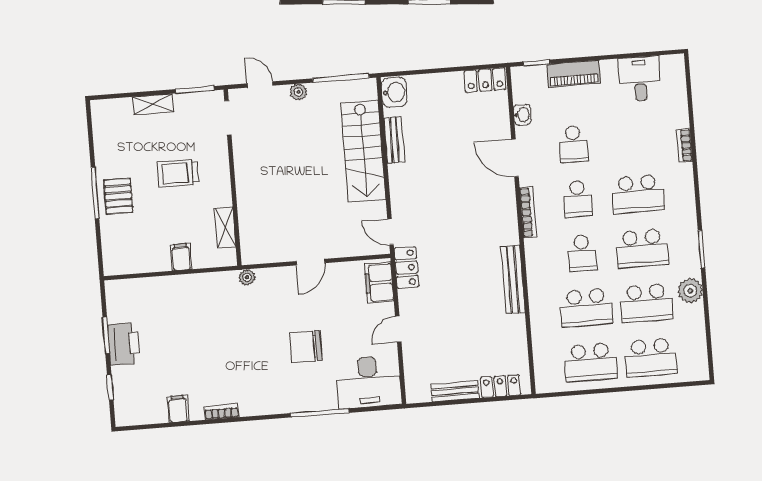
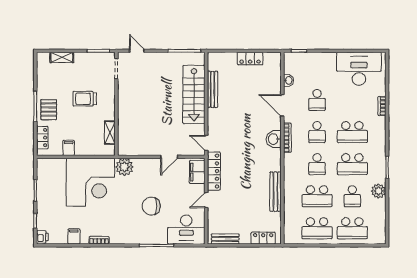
piano: (574, 74) -> (320, 59), removed
desk: (640, 79) -> (359, 69), width x1.87, depth x1.30
locker: (485, 80) -> (250, 58), moved
plant: (298, 92) -> (159, 57), removed
washbasin: (394, 92) -> (274, 139), moved, turned 180
shelving: (153, 104) -> (62, 57), moved
bench: (394, 140) -> (213, 89), width x1.36
locker: (111, 245) -> (42, 138), added
filing cabinet: (181, 257) -> (69, 148), moved
door: (311, 262) -> (169, 157), moved
locker: (406, 268) -> (214, 171), width x1.53
plant: (247, 277) -> (124, 167), width x1.87, depth x1.87
bench: (513, 280) -> (275, 192), moved
school desk: (646, 303) -> (352, 196), width x0.54
corner desk: (199, 314) -> (90, 182), added
printer: (124, 344) -> (42, 237), moved, width x0.53, depth x0.68
bench: (455, 391) -> (225, 239), moved

